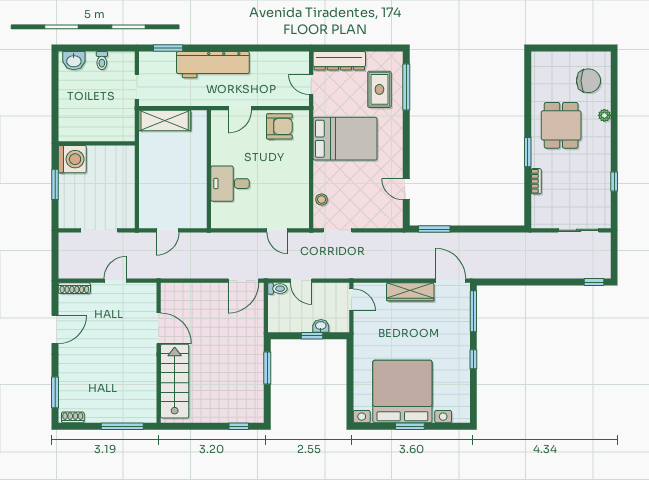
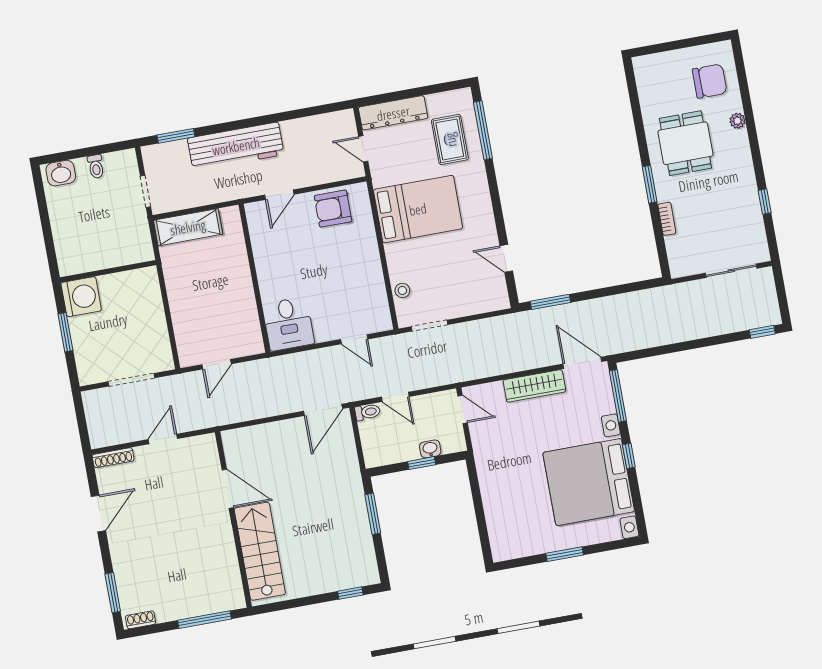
armchair: (279, 126) -> (333, 209), turned 180
desk: (230, 184) -> (288, 324), moved, turned -90
bed with nightstands: (402, 391) -> (589, 482), moved, turned -90

